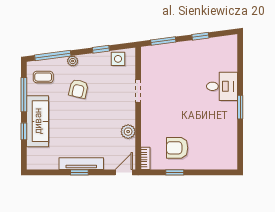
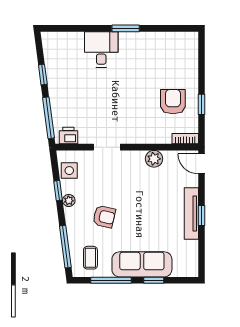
window: (163, 41) -> (49, 118), width x1.44
printer: (148, 58) -> (68, 136), added
plant: (73, 61) -> (69, 201), moved
armchair: (177, 148) -> (173, 102), turned 180

